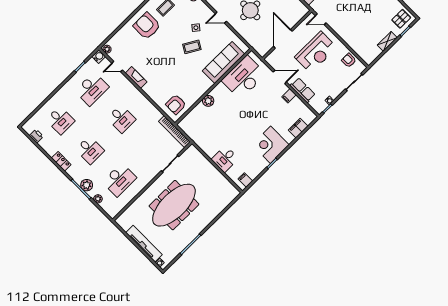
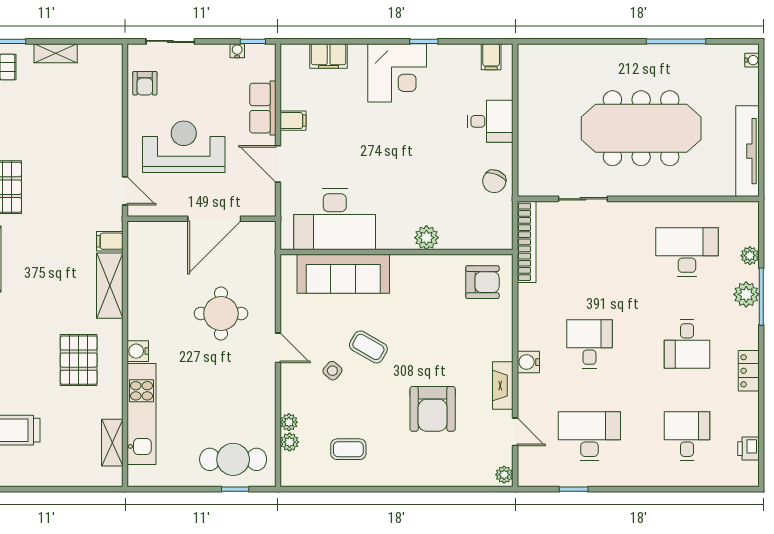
armchair: (147, 26) -> (433, 409), moved
water cooler: (99, 56) -> (528, 362), moved
chair: (204, 141) -> (494, 181), added
desk: (90, 150) -> (687, 344), turned 180
tv unit: (144, 244) -> (747, 151), moved

